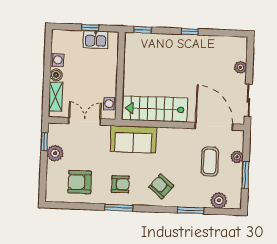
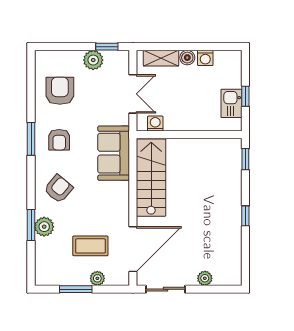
plant: (219, 200) -> (44, 227), moved

